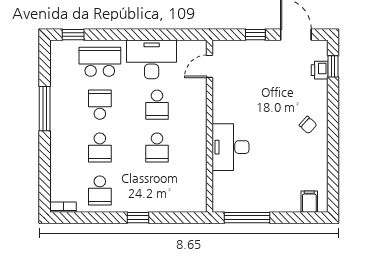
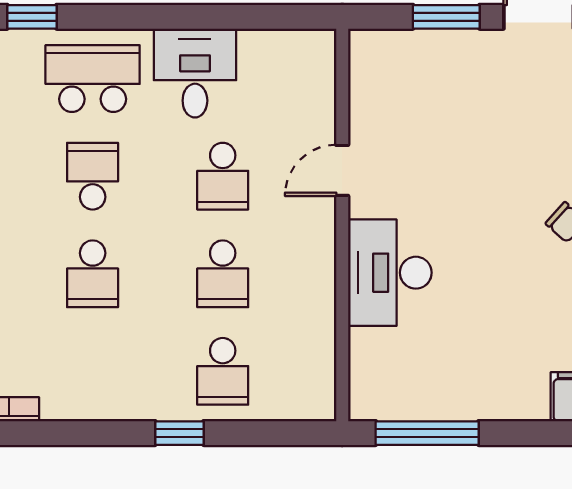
window: (255, 35) -> (446, 17), width x1.50
desk: (152, 59) -> (195, 73), width x0.73
door: (210, 66) -> (342, 170), moved
school desk: (100, 190) -> (223, 371), moved

